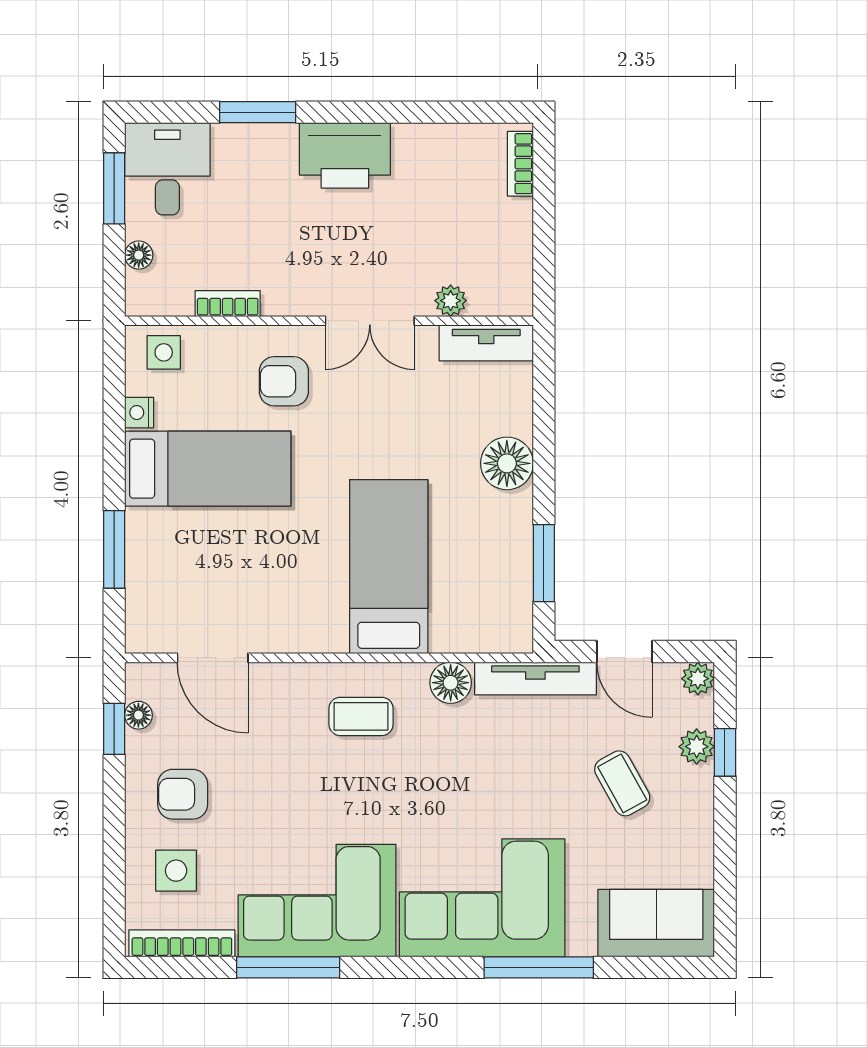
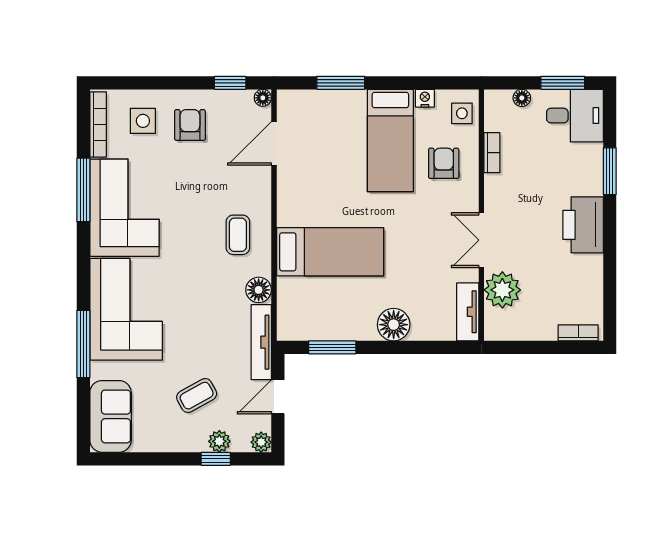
plant: (451, 301) -> (502, 290), width x1.88, depth x1.88
armchair: (284, 381) -> (444, 163), moved
floor lamp: (138, 715) -> (263, 98), moved

